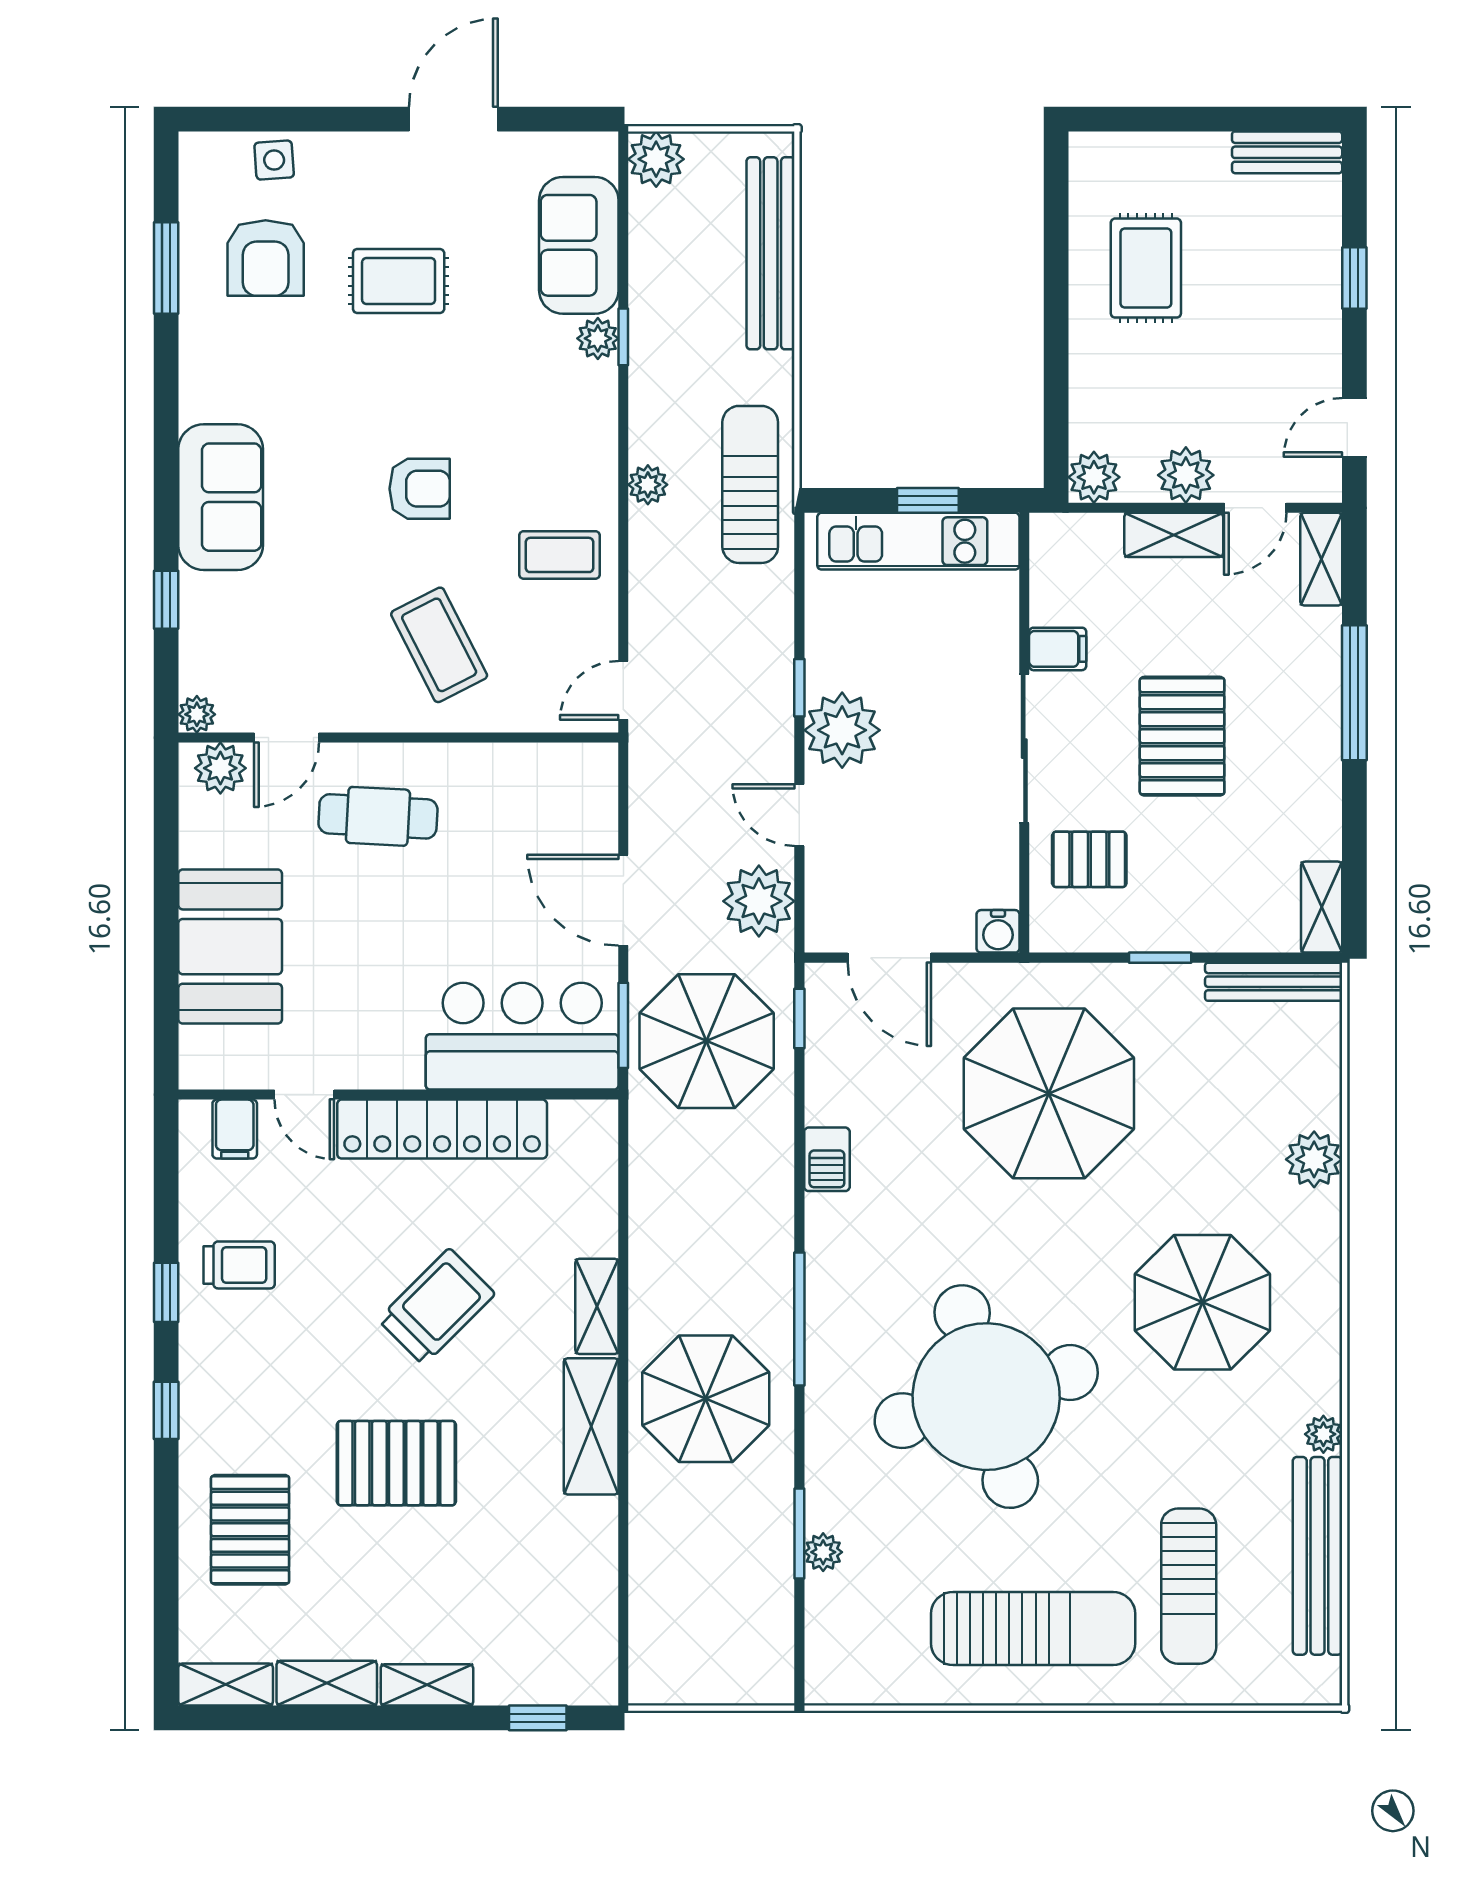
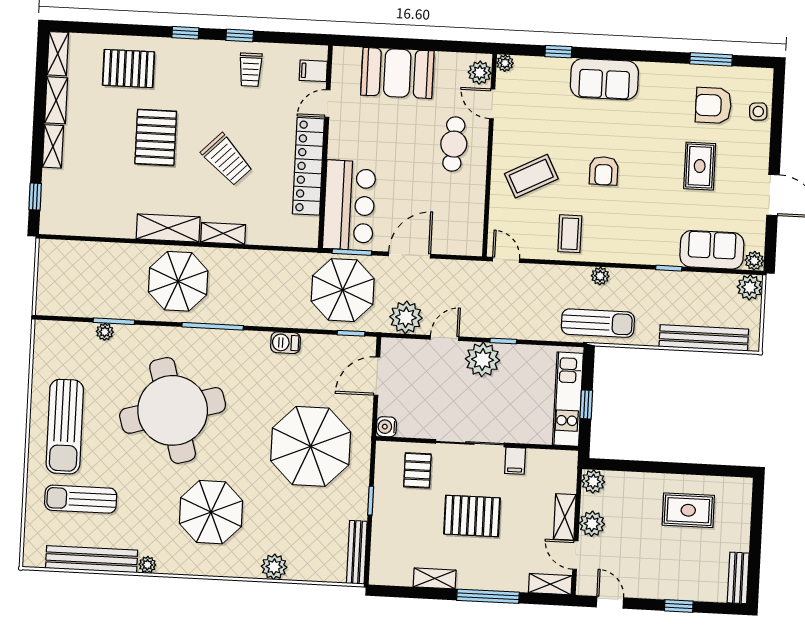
plant: (598, 338) -> (754, 261), moved
shelving: (1322, 907) -> (435, 578), moved

